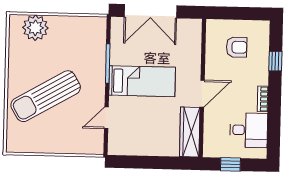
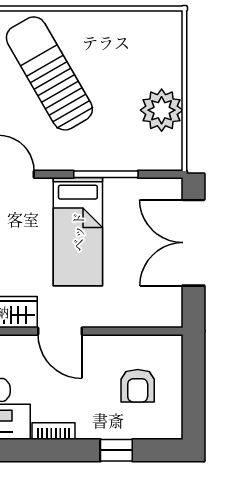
plant: (35, 28) -> (162, 110), moved

